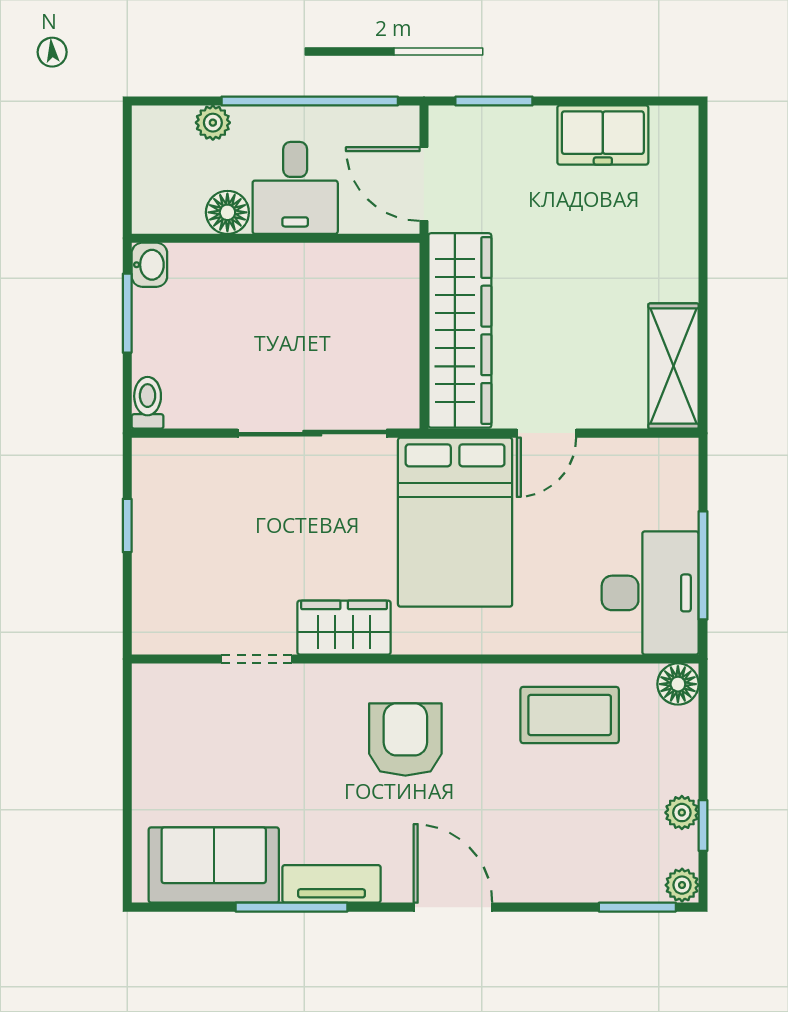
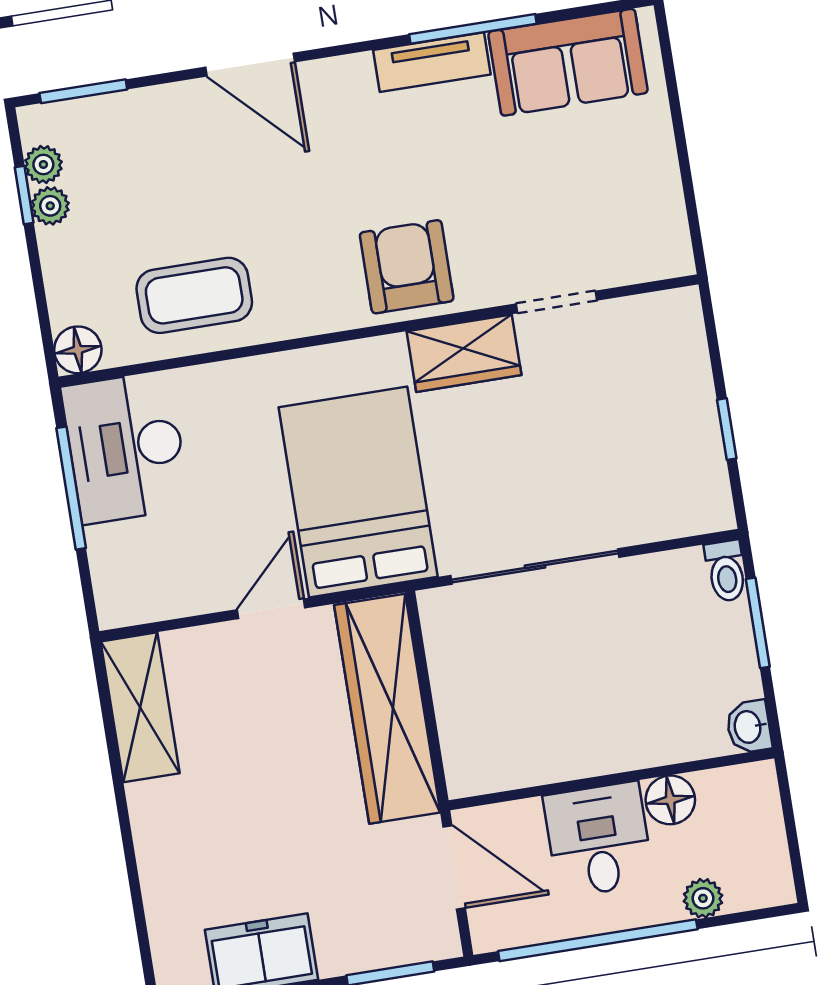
window: (127, 313) -> (758, 623), moved
armchair: (405, 740) -> (407, 267), moved, turned 180
plant: (682, 885) -> (43, 165), moved
door: (453, 907) -> (250, 65), moved

